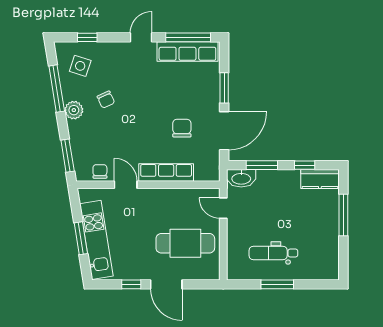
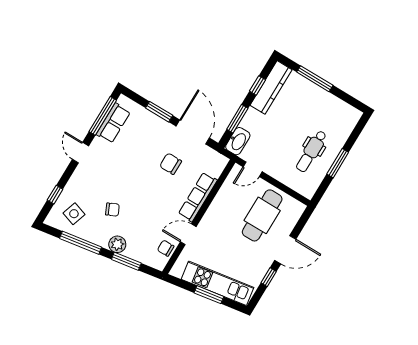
row of seats: (187, 51) -> (113, 123), width x0.68
plant: (74, 110) -> (117, 244), moved
window: (68, 156) -> (126, 261), moved
kitchen counter: (320, 179) -> (271, 87), width x1.50

